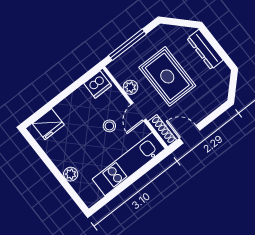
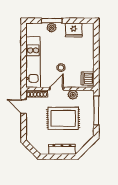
door: (138, 112) -> (56, 89), hinge flipped
fridge: (48, 124) -> (74, 30), moved, turned -90
door: (190, 134) -> (24, 106), swing flipped
window: (62, 180) -> (52, 21), added

